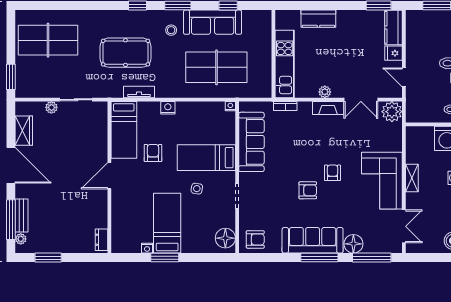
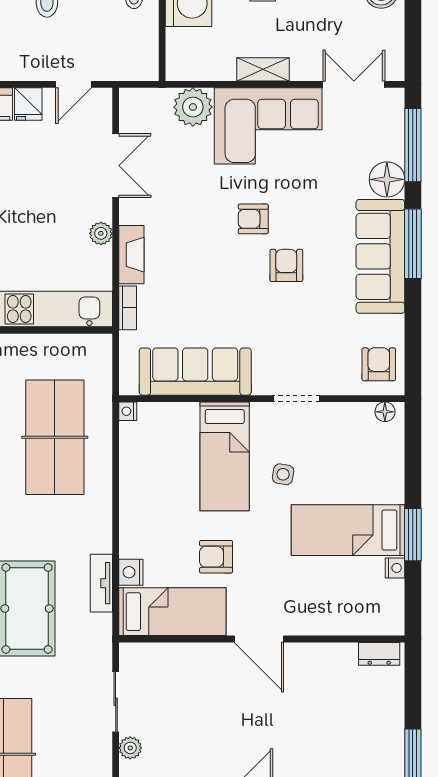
nightstand: (168, 108) -> (131, 572), moved
fireplace: (328, 108) -> (131, 255), moved
plant: (392, 112) -> (193, 107), moved
floor lamp: (225, 238) -> (385, 412), width x0.53, depth x0.53

